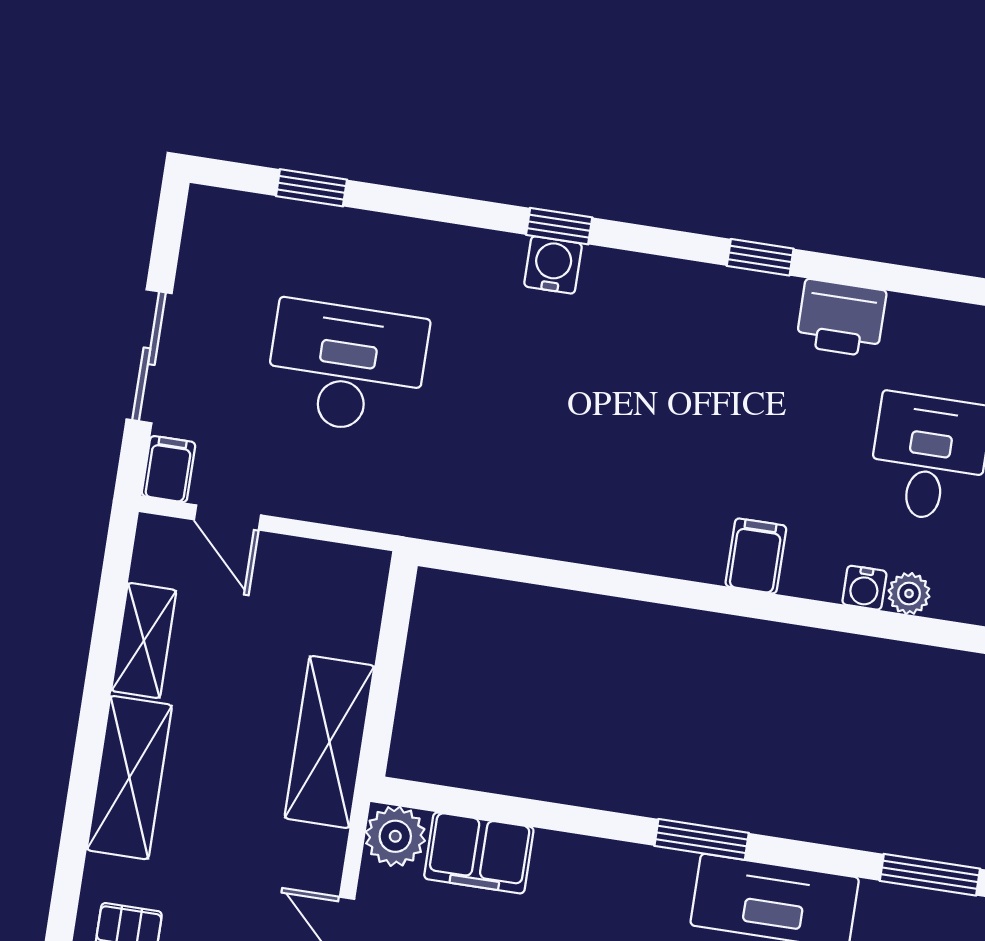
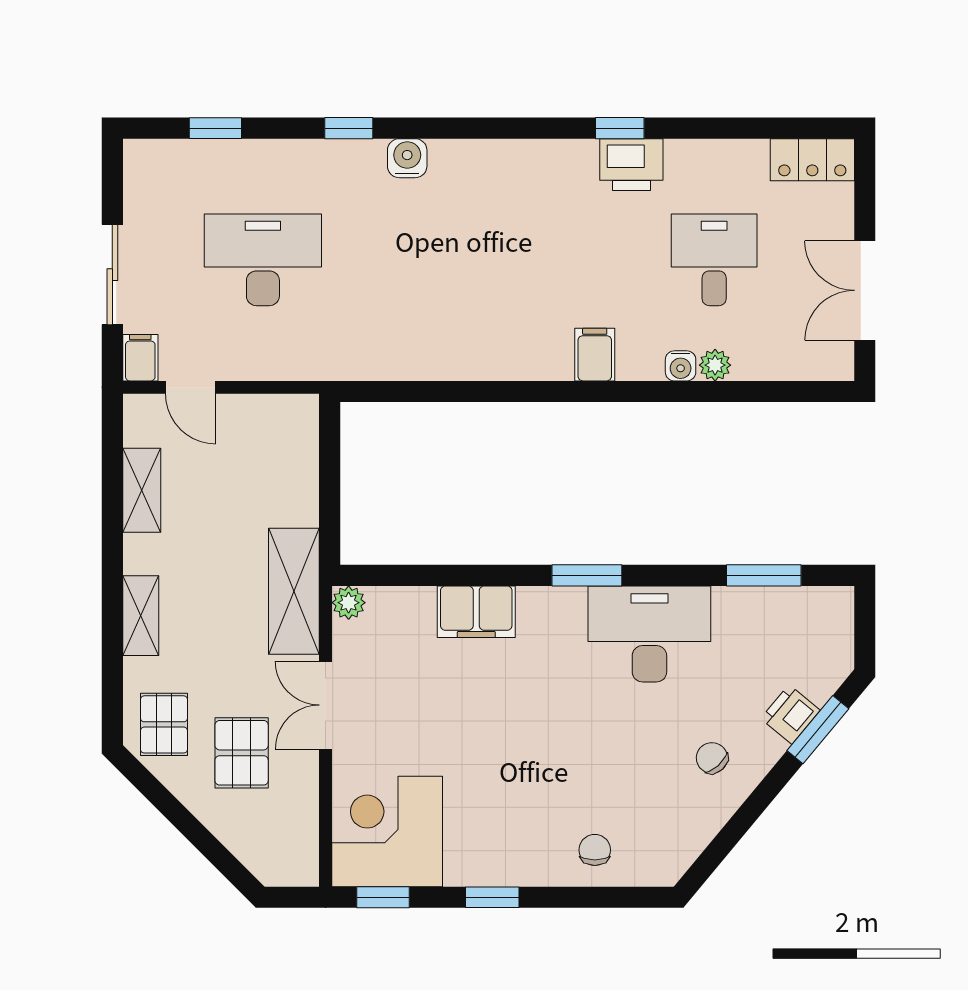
window: (559, 226) -> (349, 128), moved
window: (760, 257) -> (620, 128), moved
shelving: (329, 742) -> (294, 591), moved
shelving: (129, 778) -> (141, 616), width x0.67, depth x0.75
plant: (395, 836) -> (349, 603), width x0.73, depth x0.73
filing cabinet: (479, 853) -> (476, 612), moved

